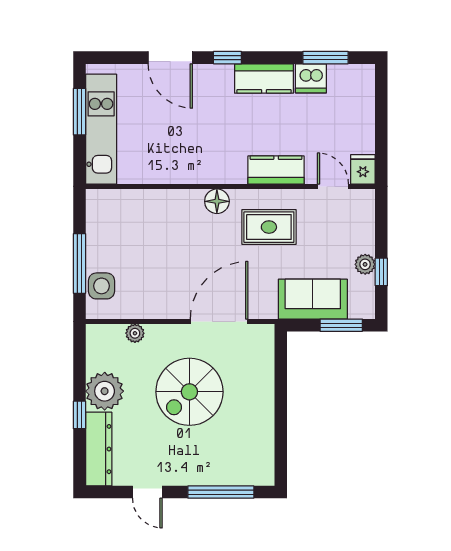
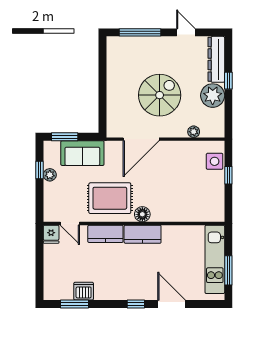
kitchen counter: (264, 78) -> (143, 234), moved, turned 180
rug: (269, 227) -> (110, 198), width x1.36, depth x1.43
window: (79, 263) -> (228, 175), width x0.46

